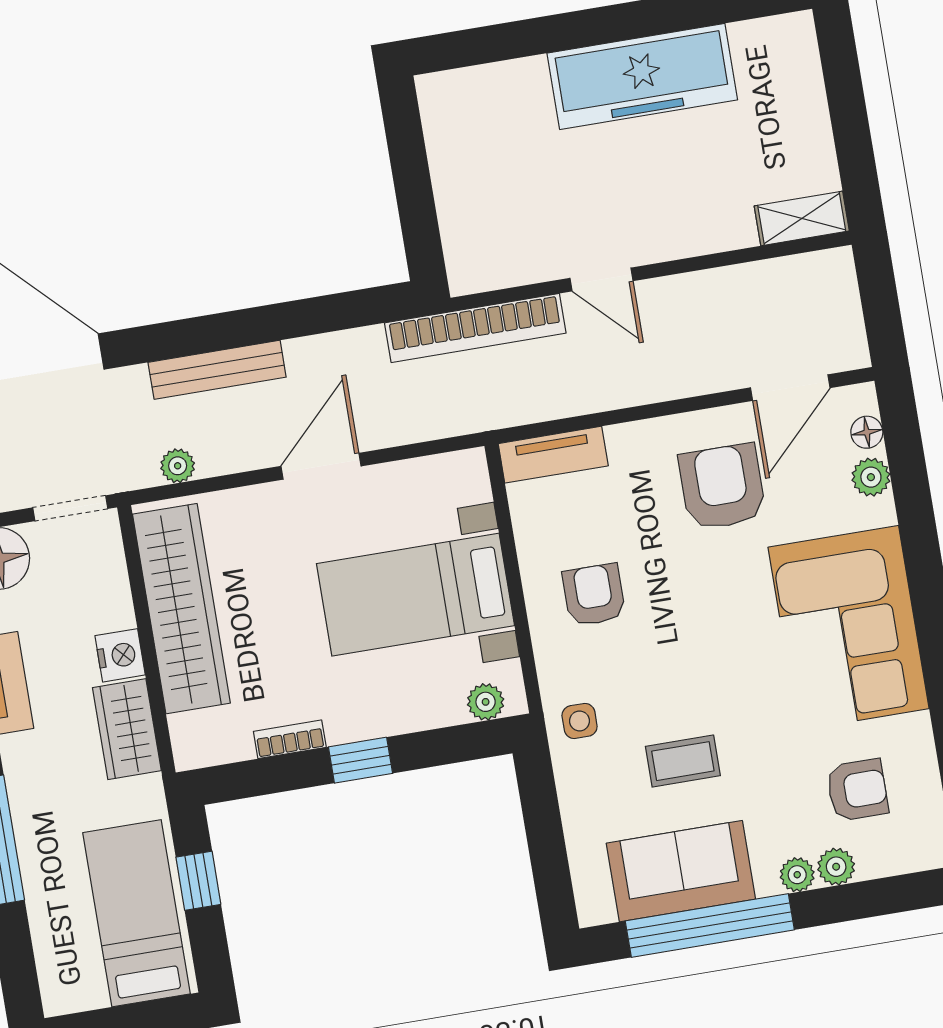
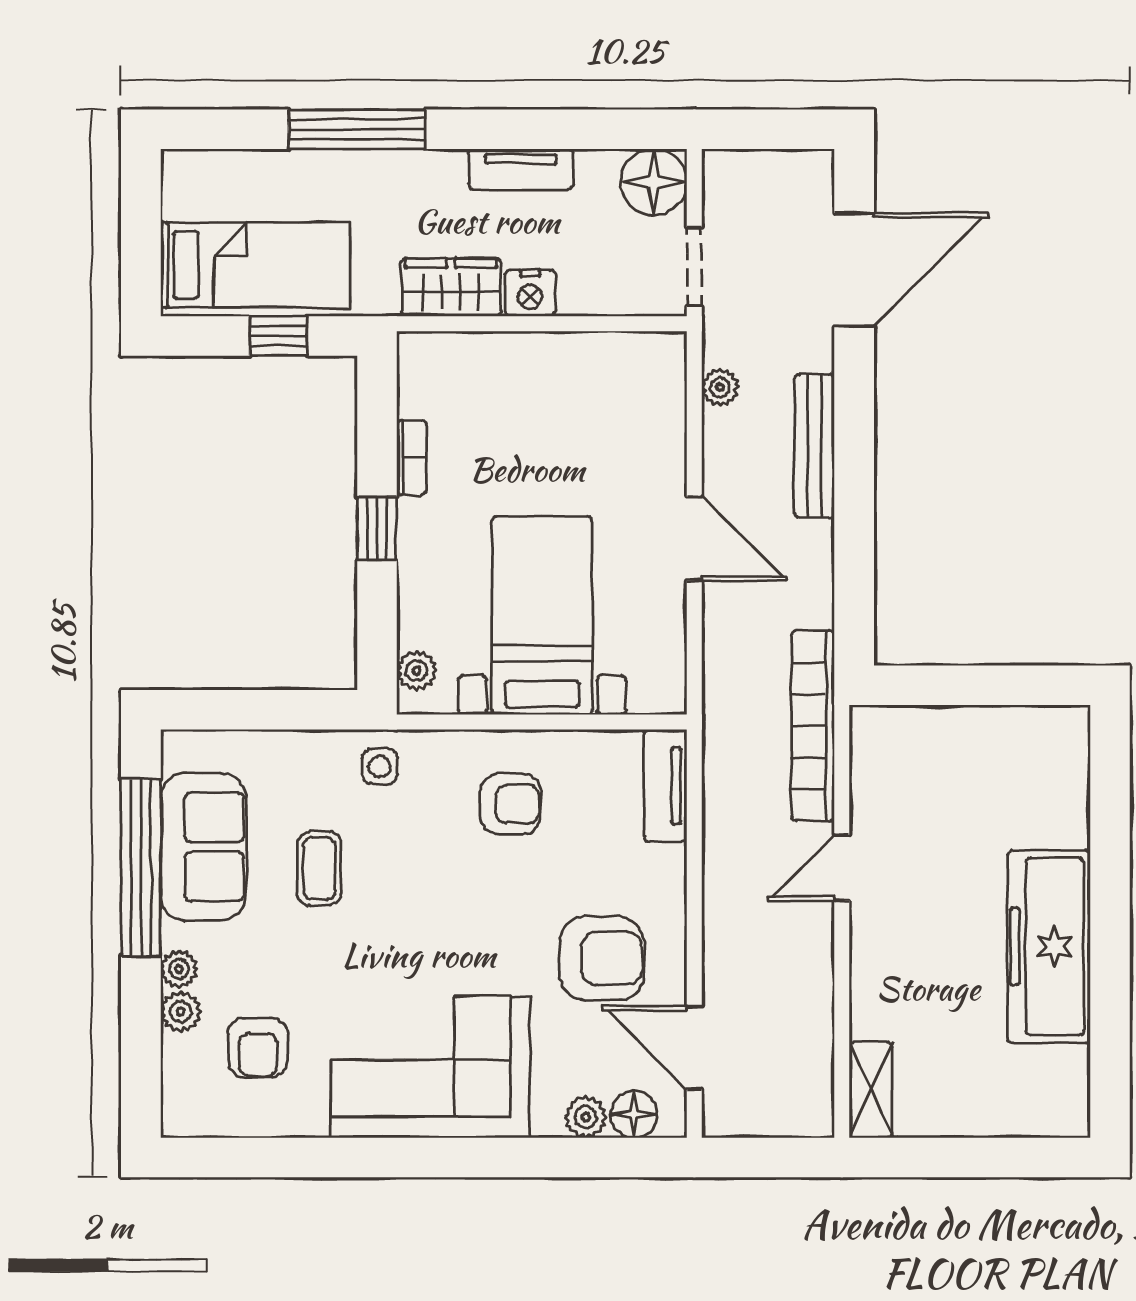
floor lamp: (867, 432) -> (634, 1114), width x1.37, depth x1.37
wardrobe: (181, 609) -> (569, 366), removed

